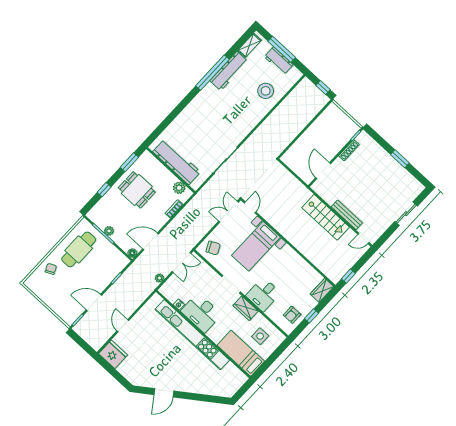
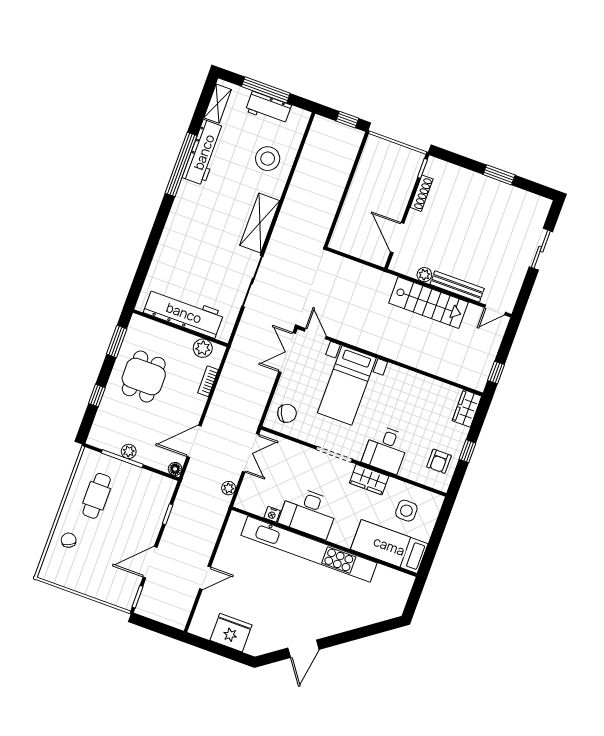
shelving: (245, 127) -> (260, 223), added
dining table: (137, 190) -> (144, 377), turned 90
plant: (330, 200) -> (424, 275), added
cafe table: (79, 249) -> (97, 496), width x0.73, depth x0.74
door: (123, 326) -> (205, 578), swing flipped
fridge: (113, 354) -> (231, 633), moved

